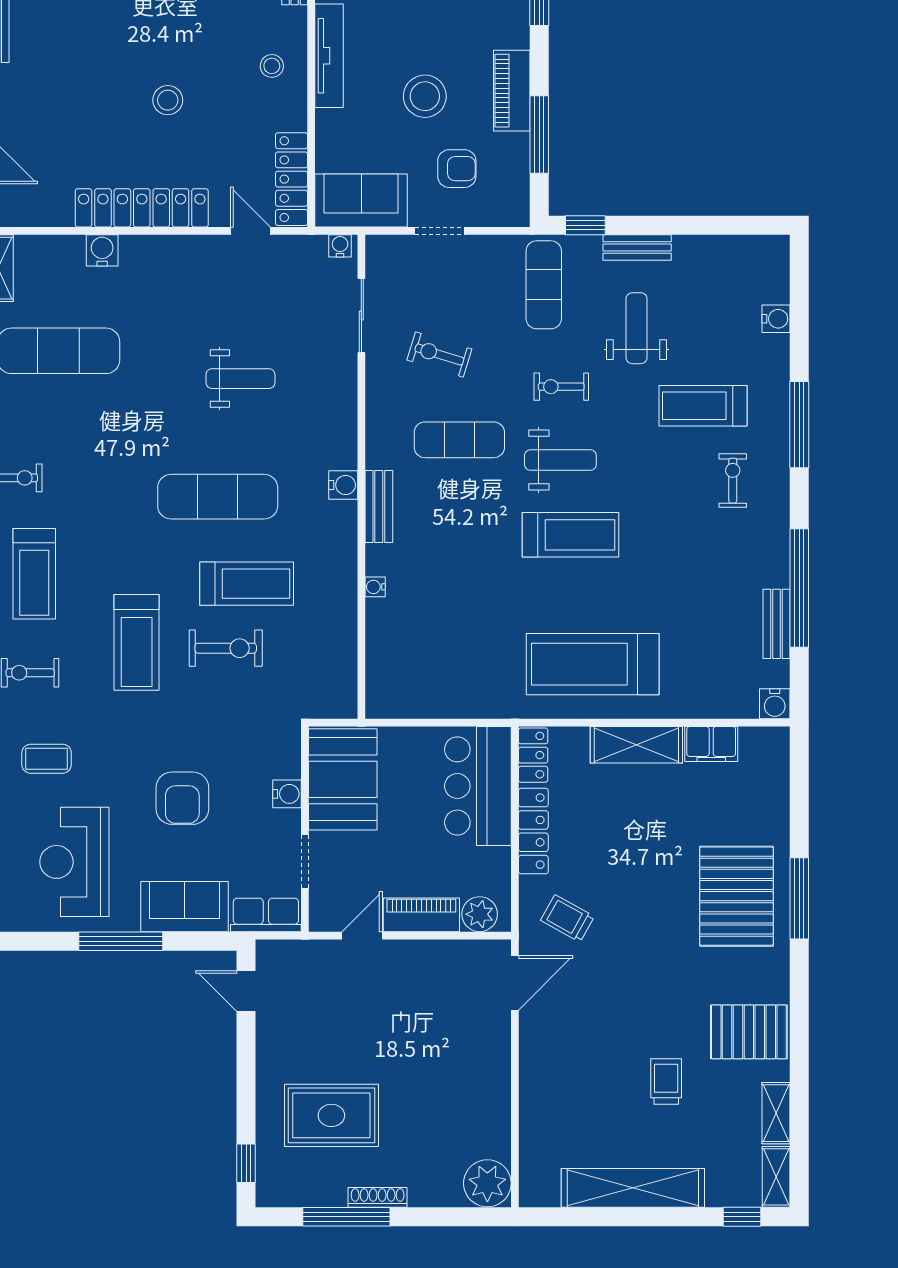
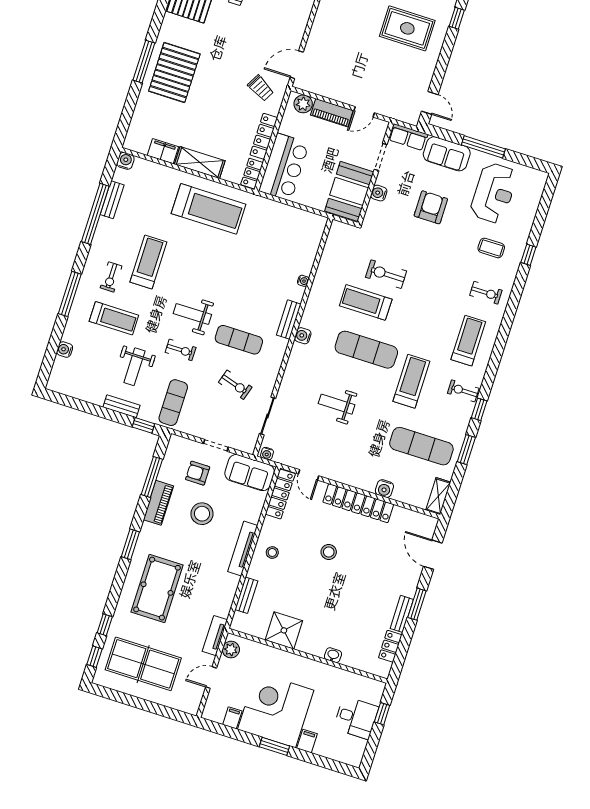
treadmill: (570, 535) -> (148, 262), moved, turned 90
treadmill: (137, 642) -> (411, 381), moved

